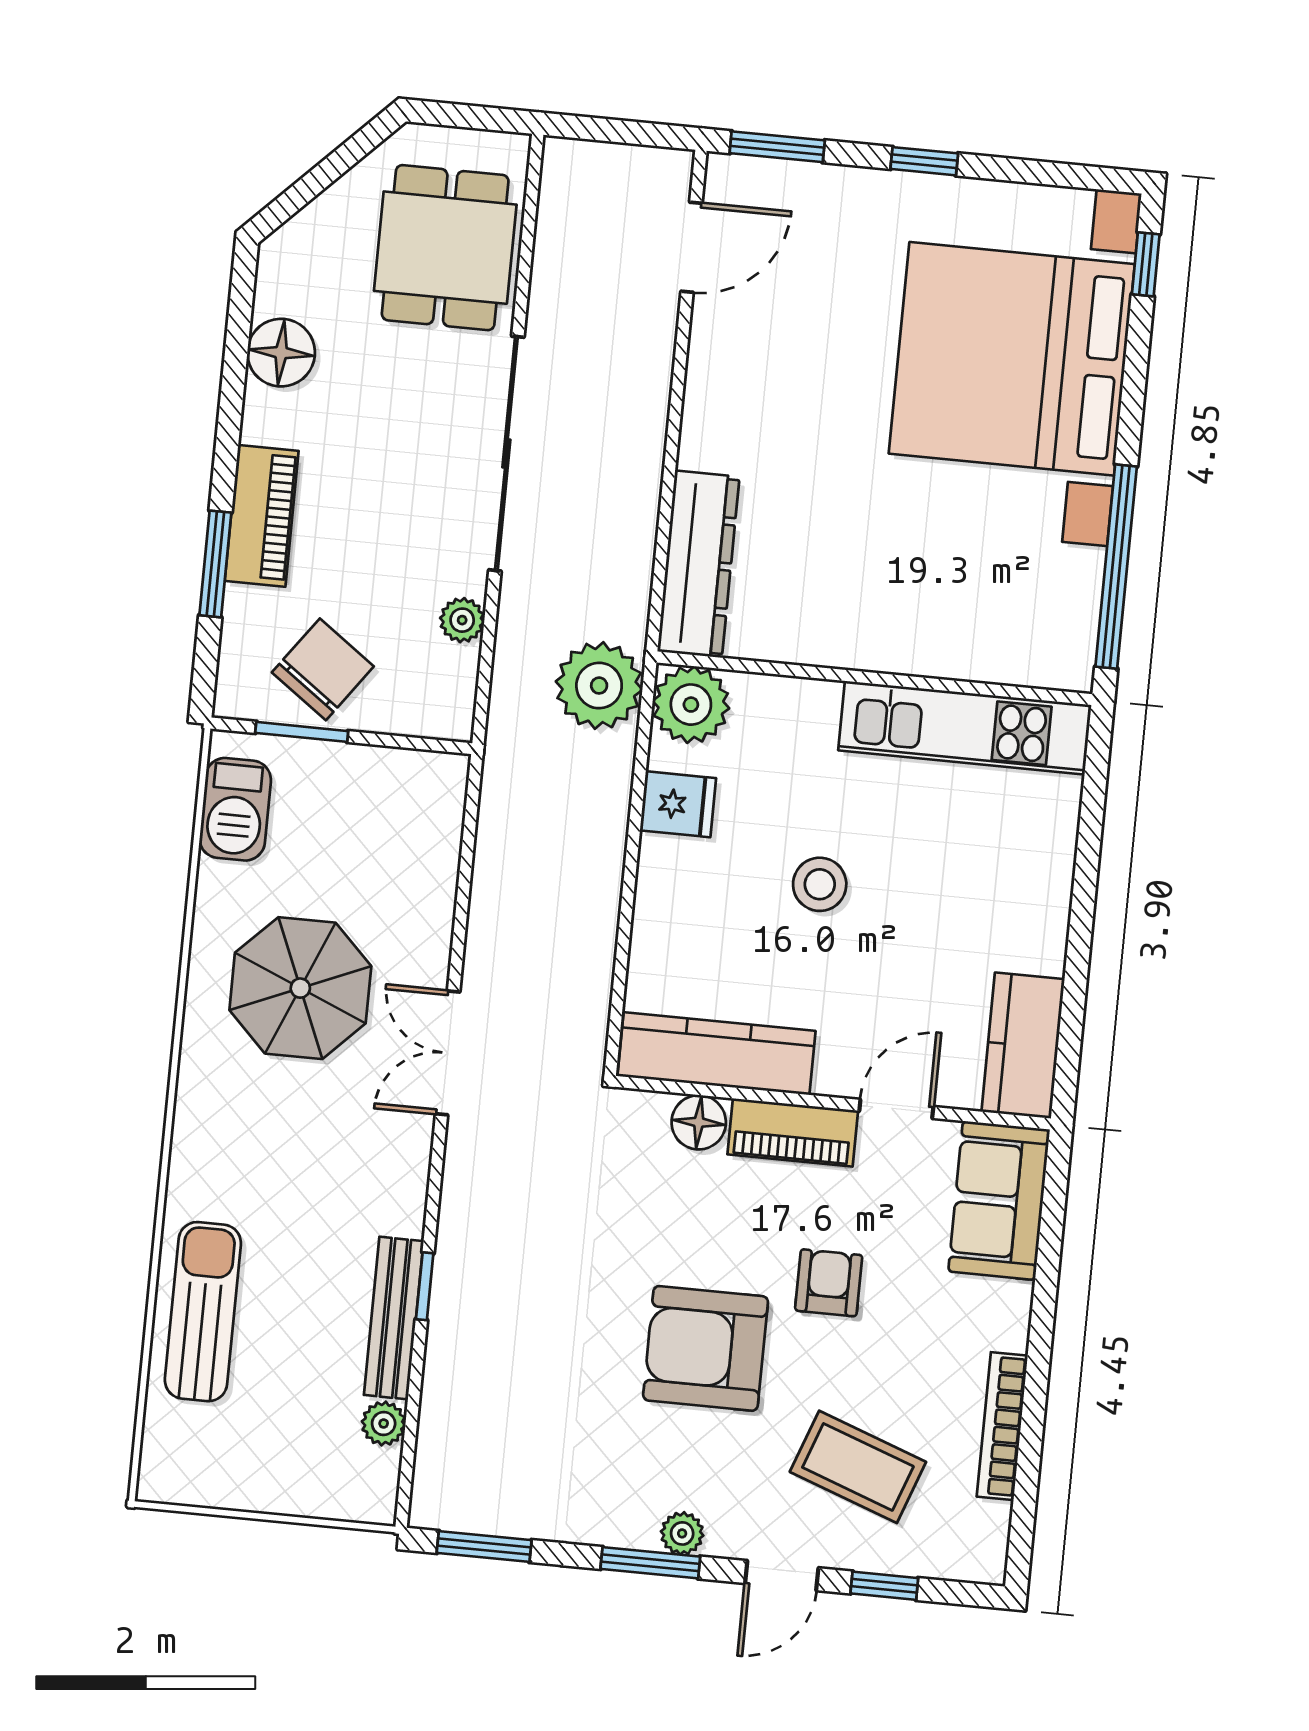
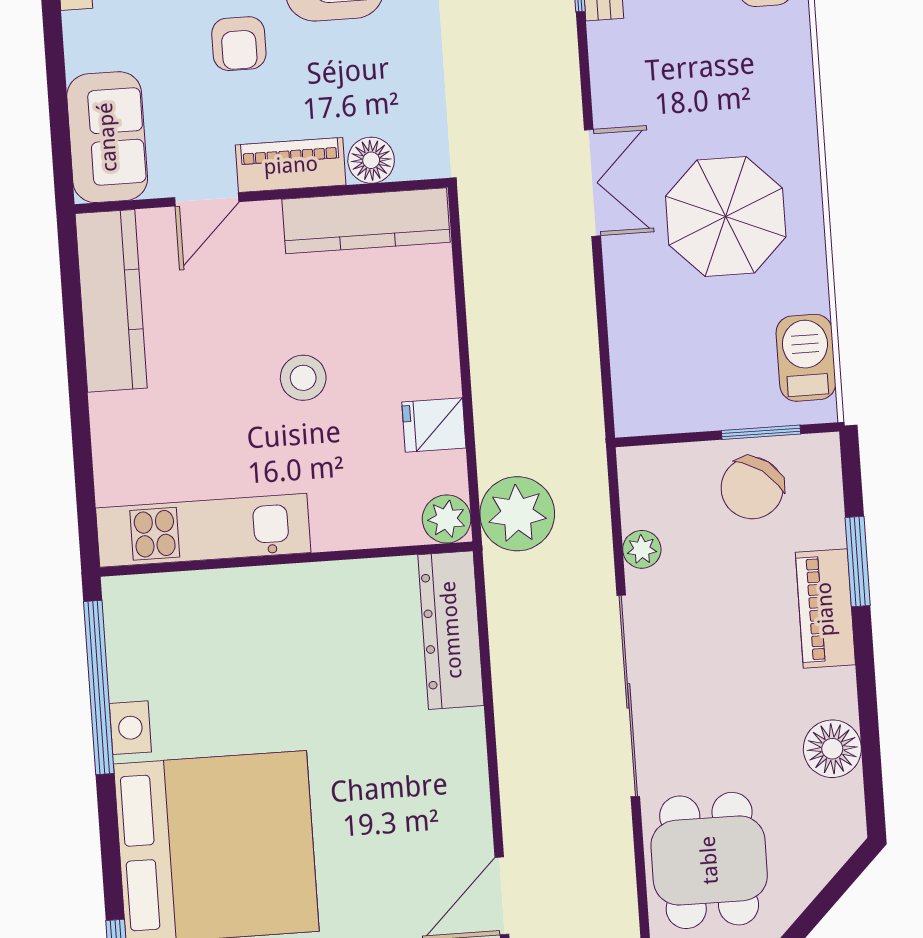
plant: (691, 705) -> (447, 519), width x0.73, depth x0.73
kitchen counter: (1023, 1045) -> (111, 301), width x1.50

